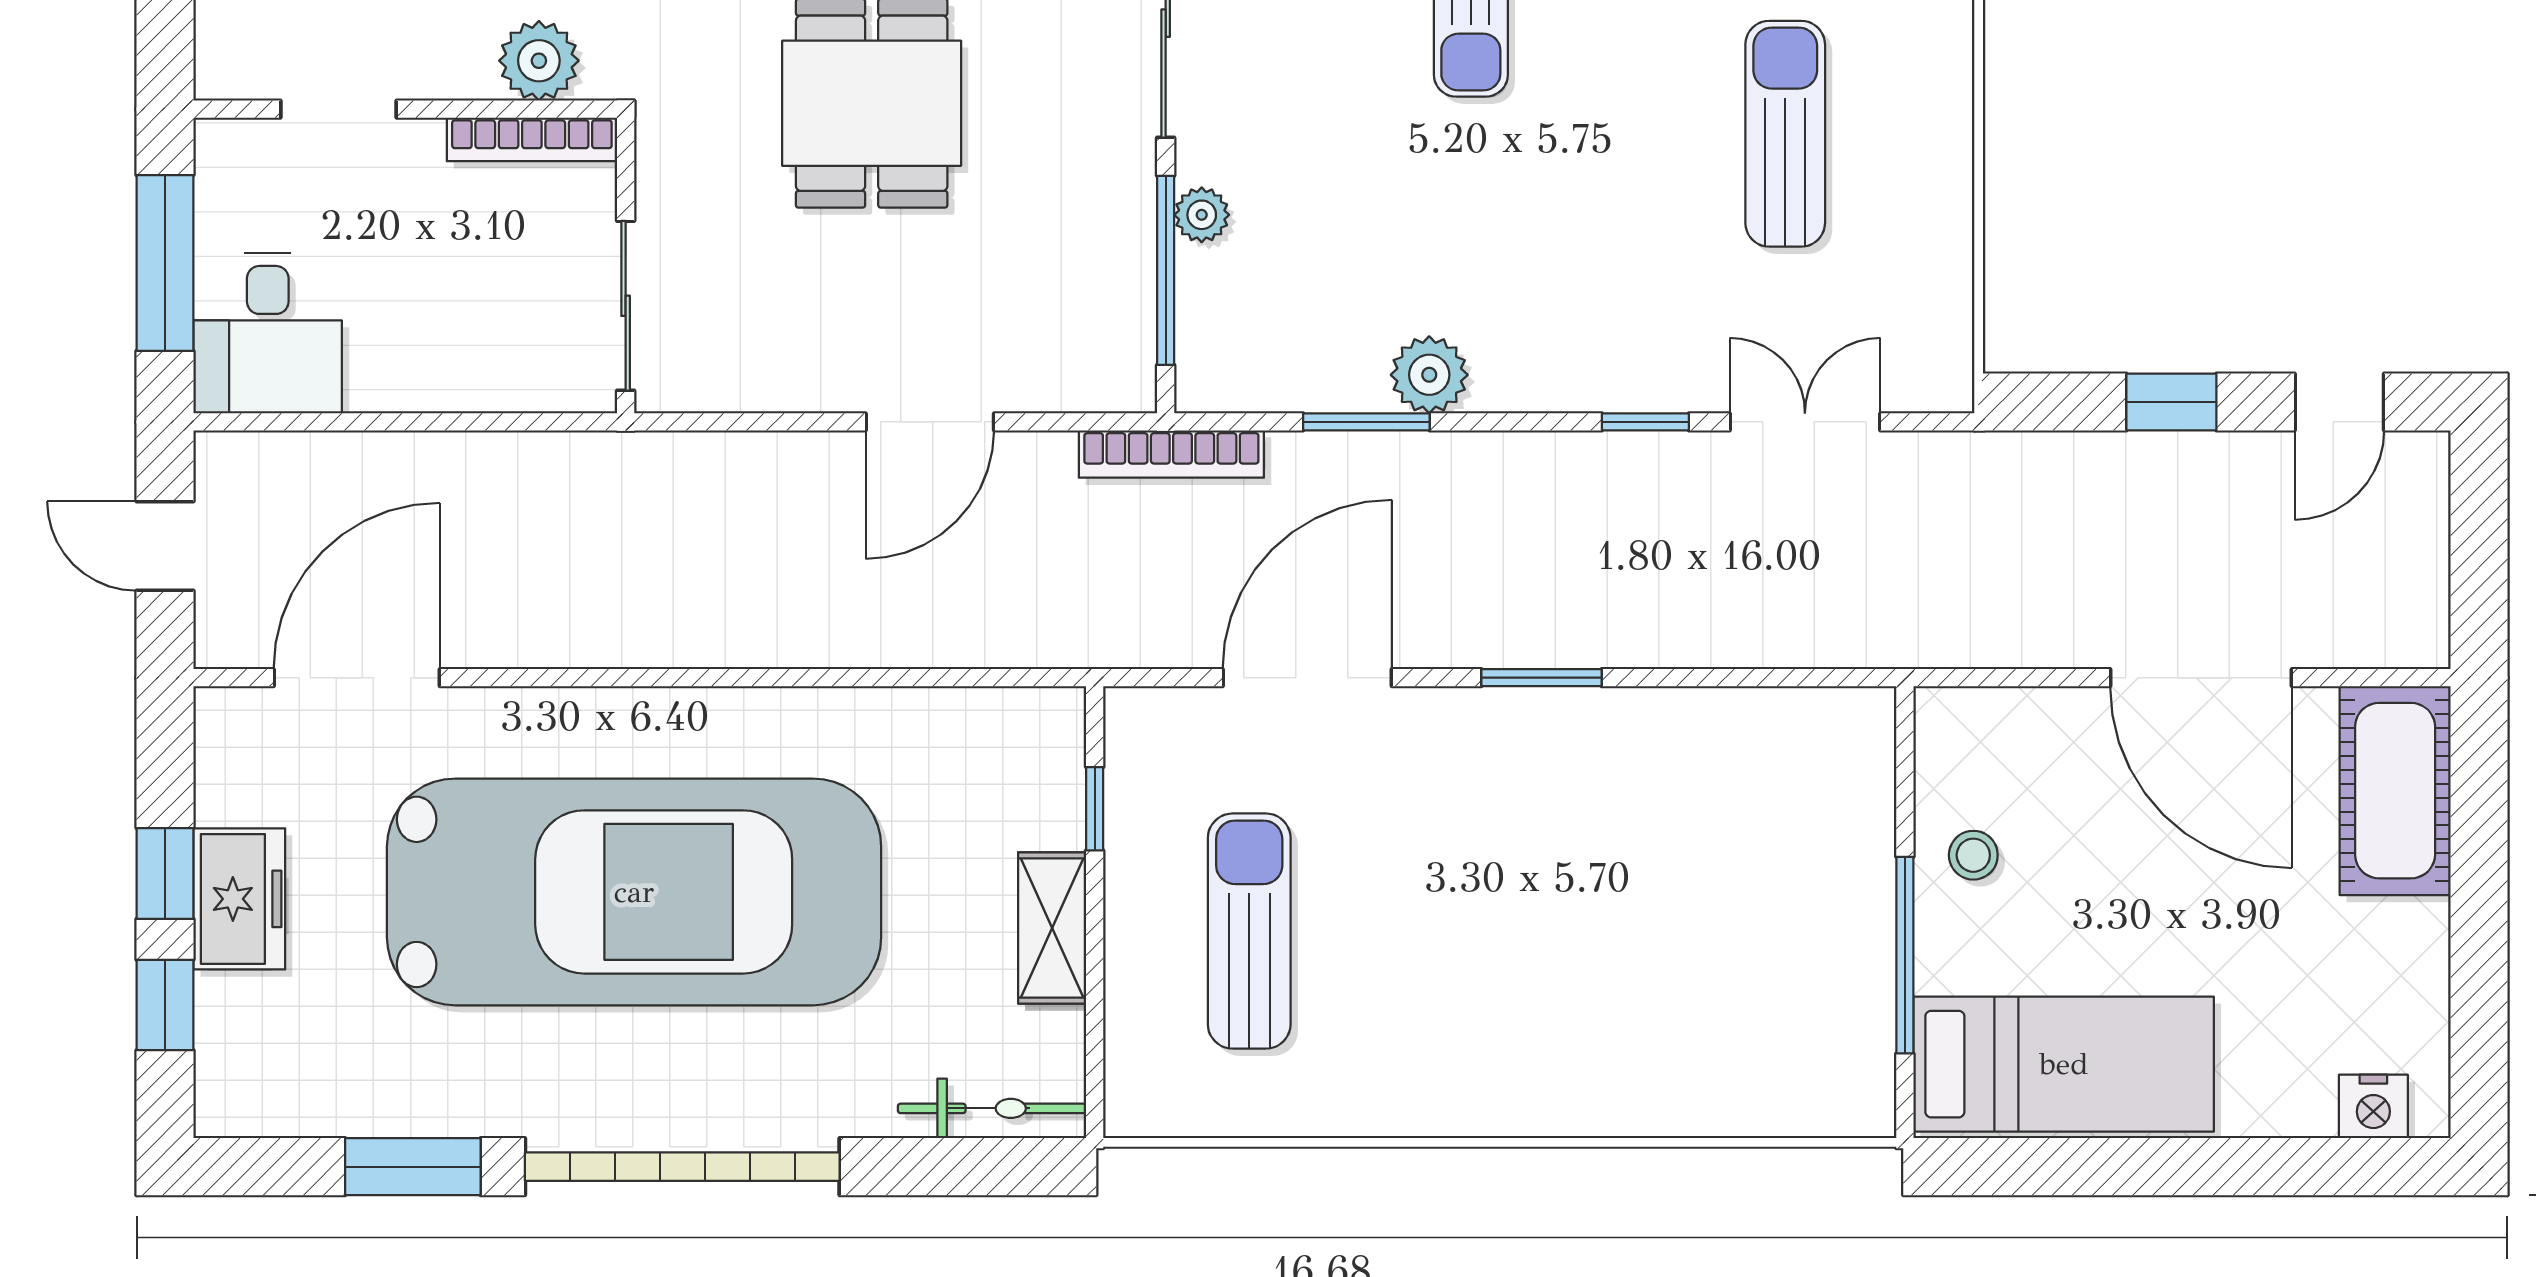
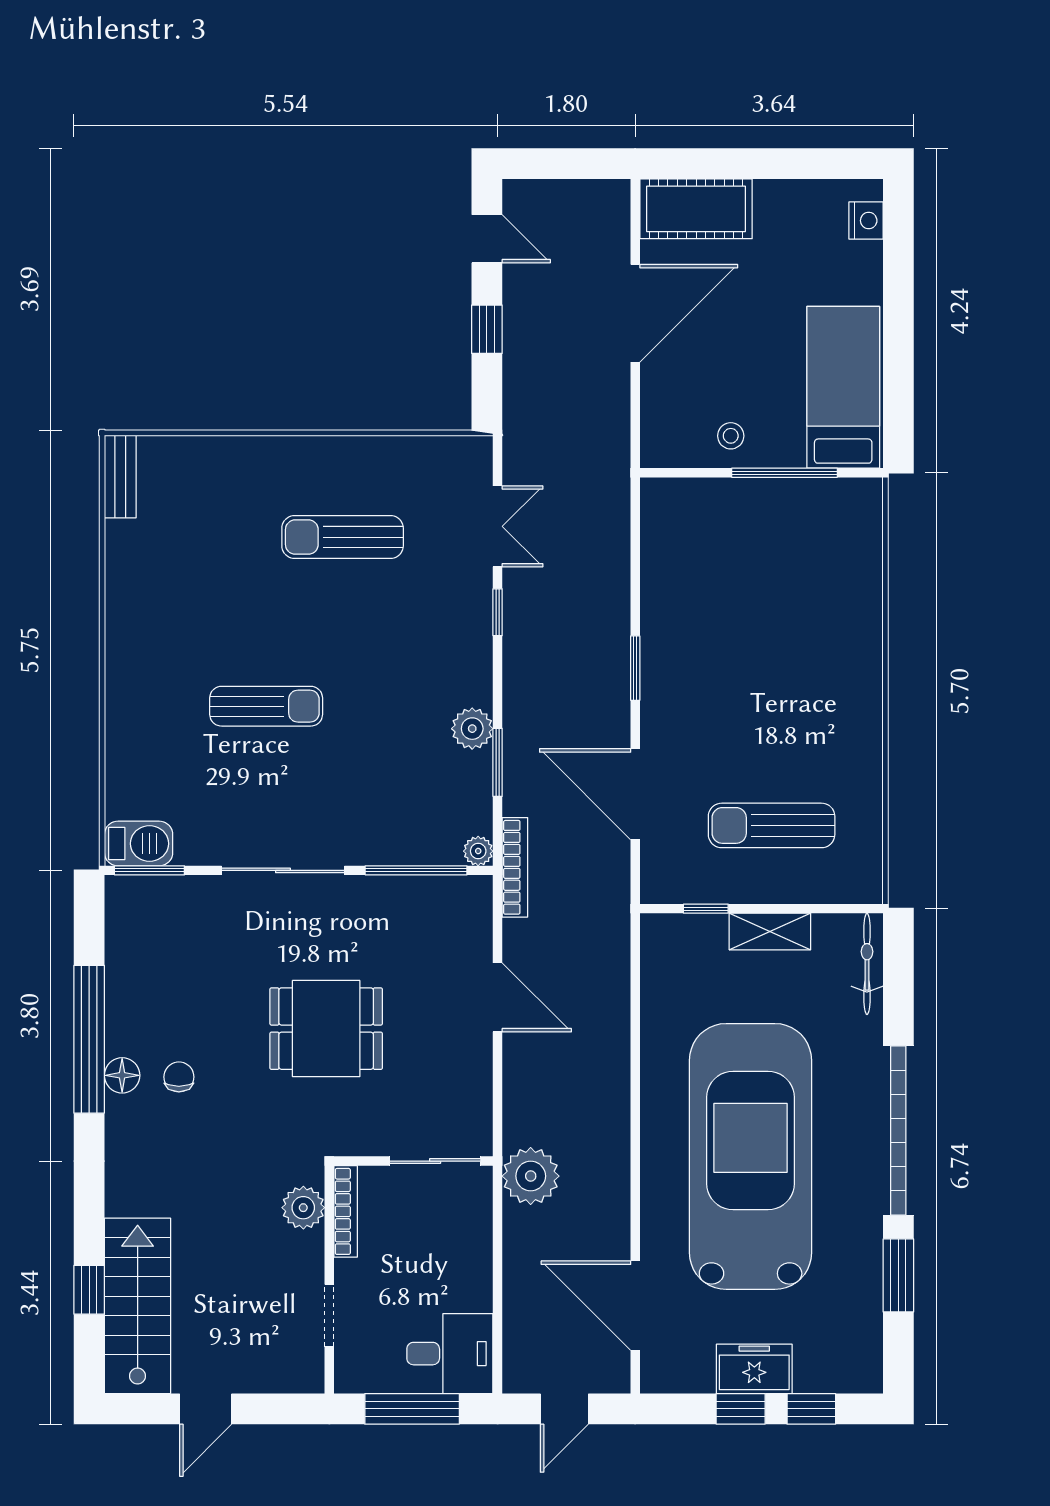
plant: (1202, 215) -> (478, 851), moved
double door: (1805, 422) -> (498, 526), swing flipped
plant: (598, 483) -> (531, 1176), added

